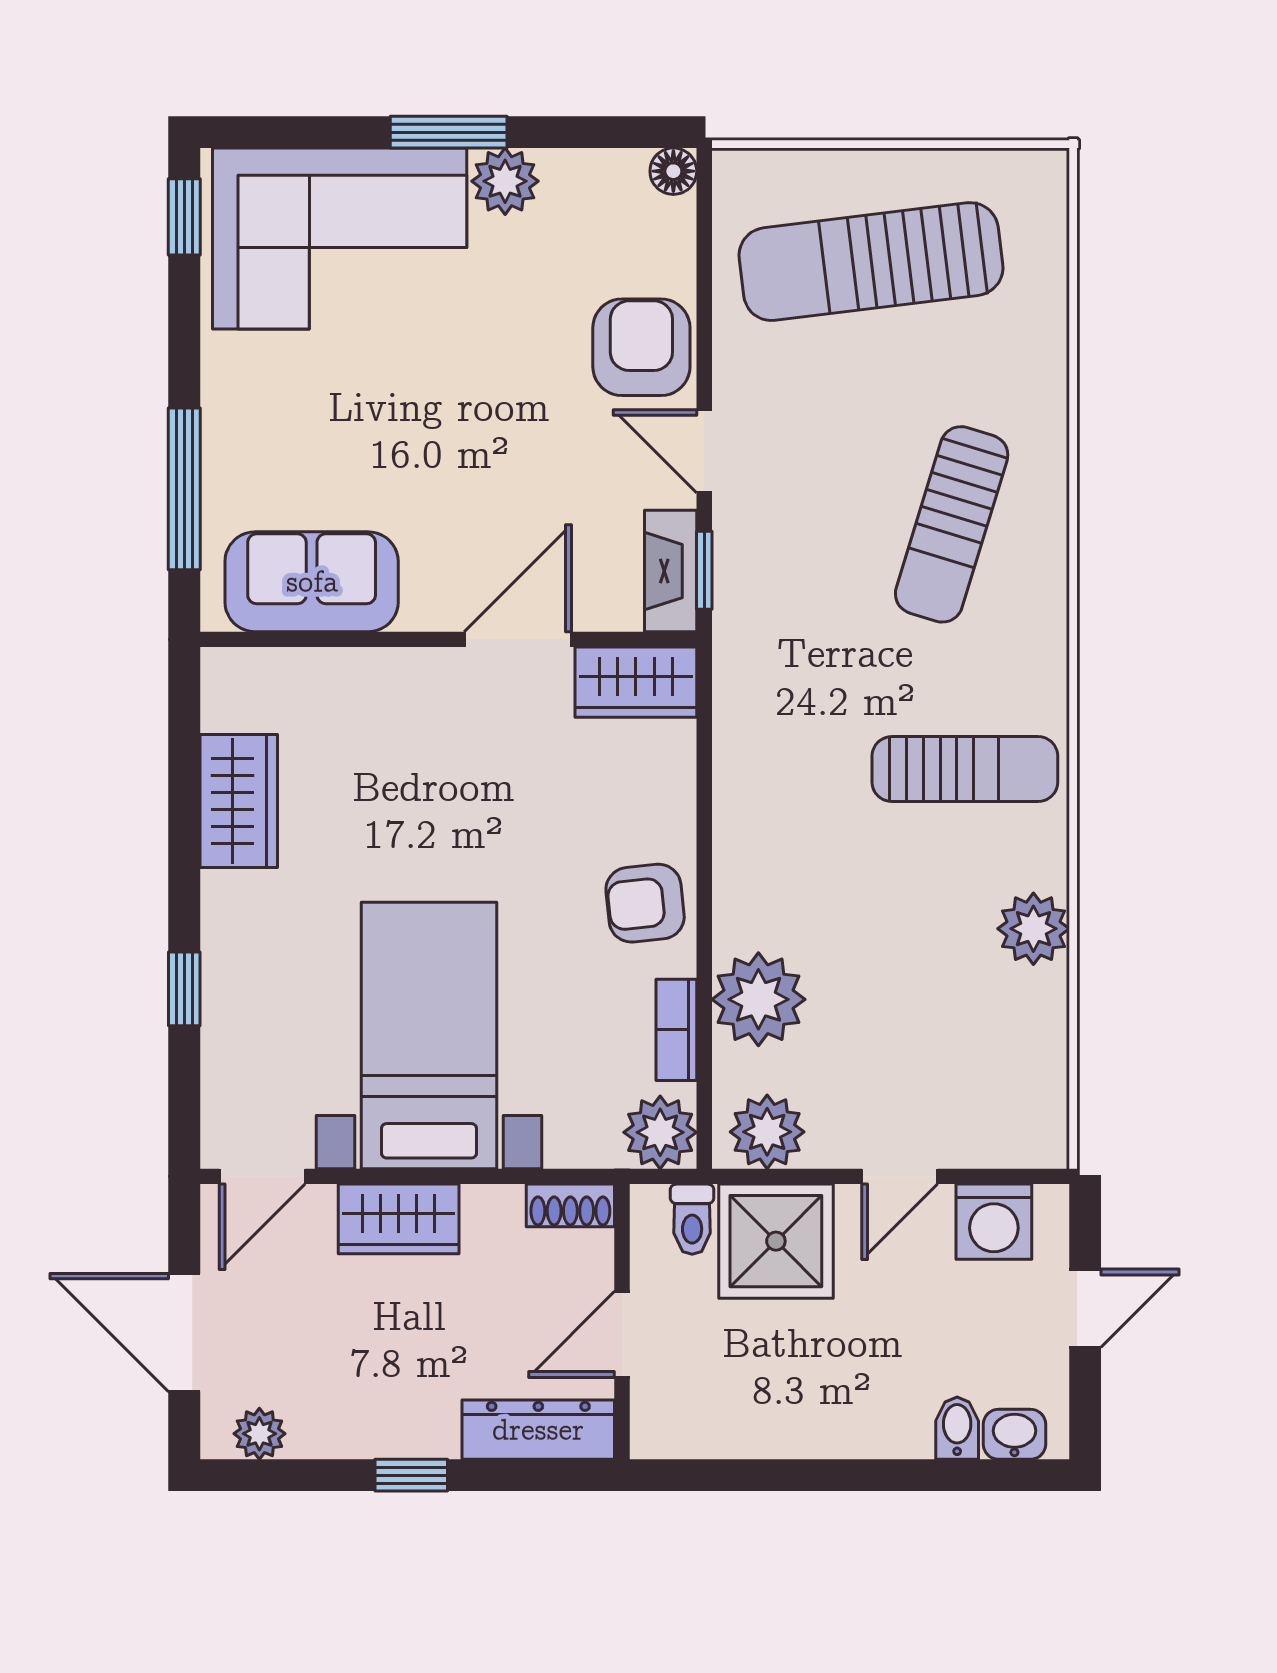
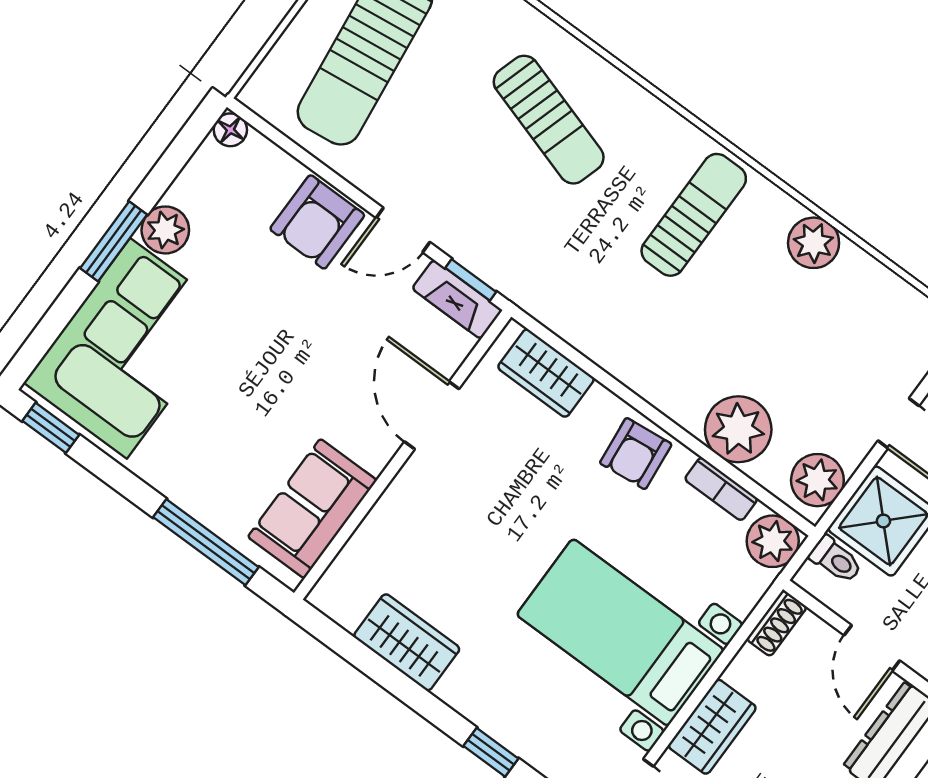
armchair: (641, 347) -> (317, 222), turned -90
wardrobe: (636, 682) -> (546, 373), moved, turned 90

